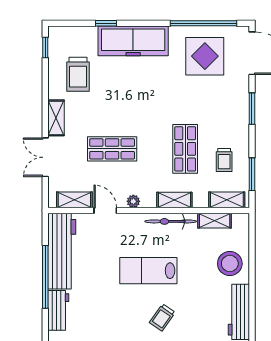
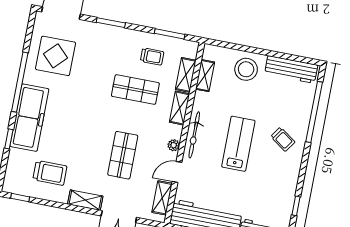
window: (204, 23) -> (20, 82), moved
shelving: (227, 200) -> (186, 75), moved
bicycle: (171, 221) -> (194, 135), moved
lab bench: (148, 271) -> (238, 144), turned 180

